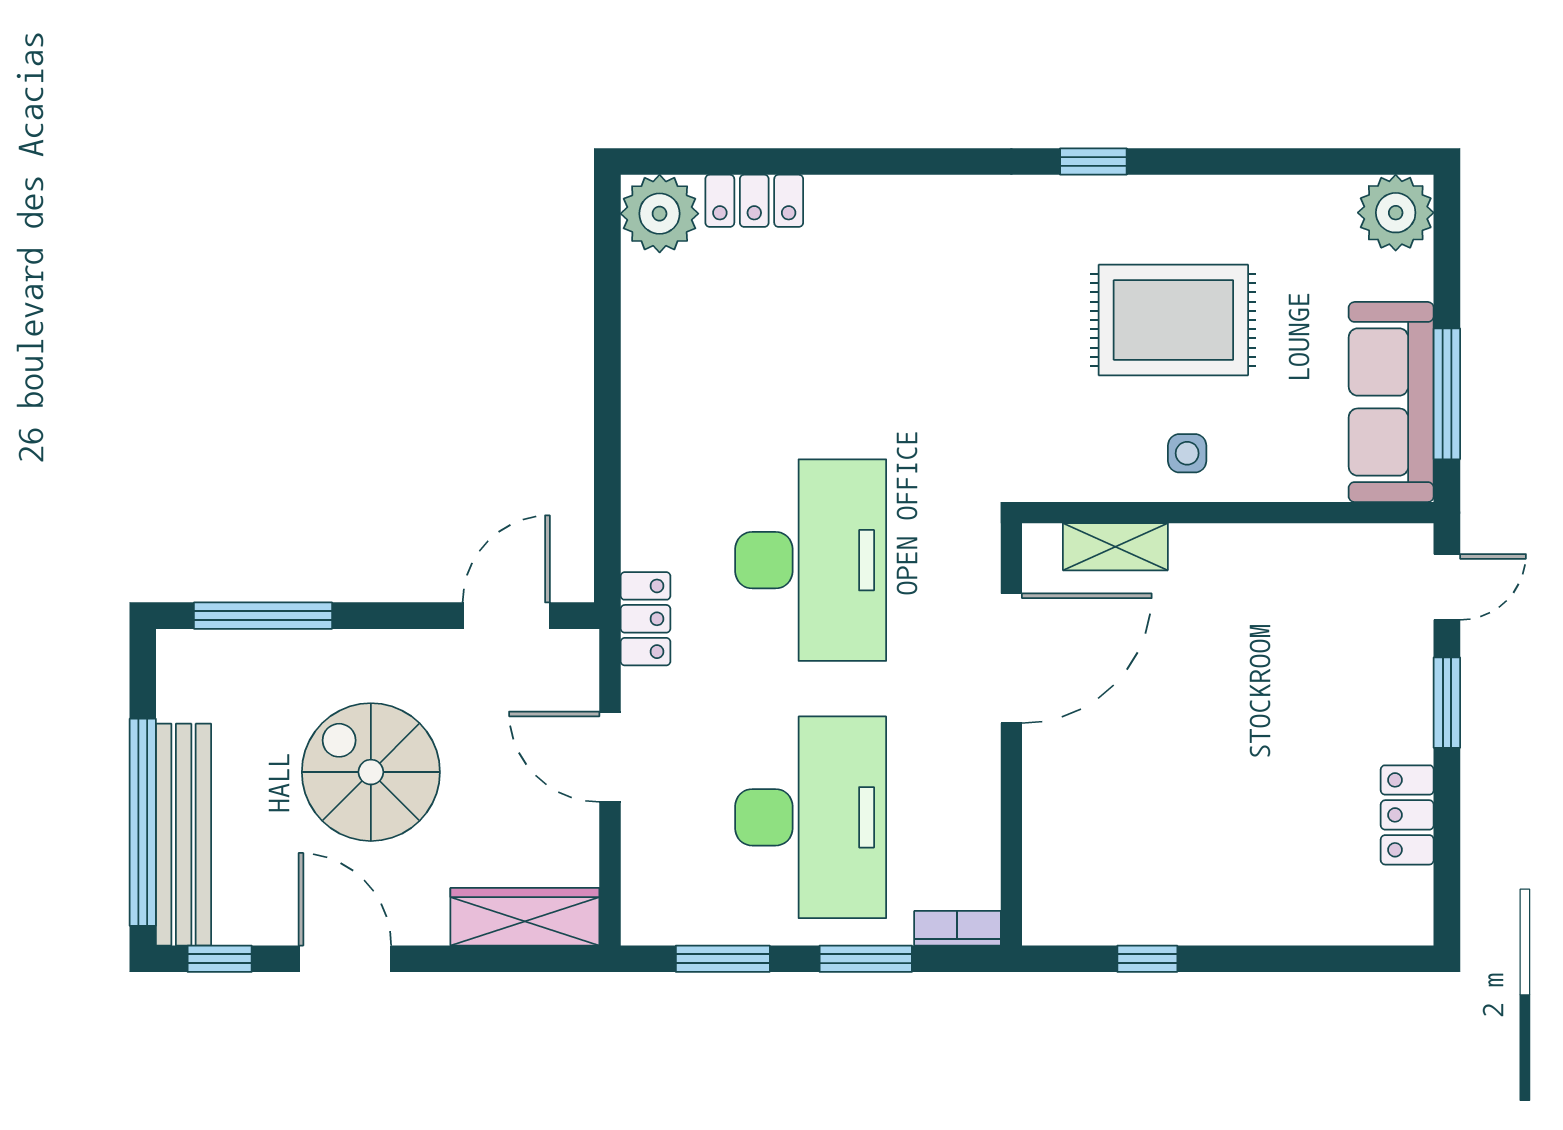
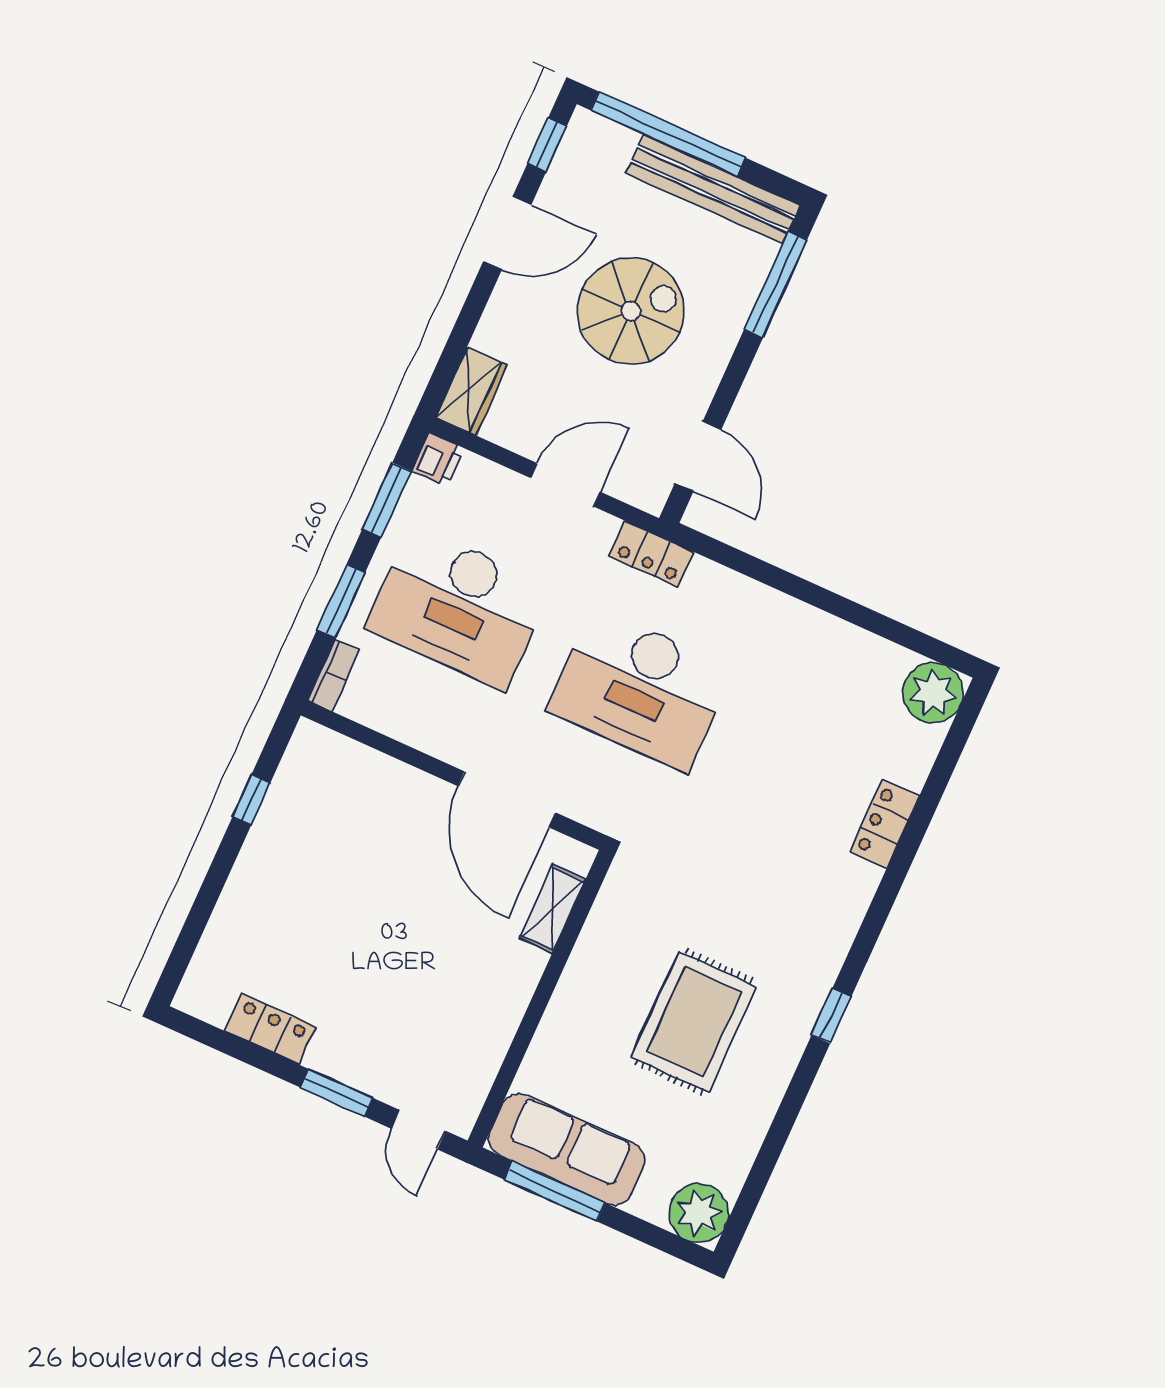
locker: (754, 201) -> (885, 824), moved
side table: (1187, 453) -> (596, 989), removed
bench: (184, 835) -> (713, 189), moved
wardrobe: (525, 917) -> (472, 391), width x0.67
printer: (648, 920) -> (438, 460), added

